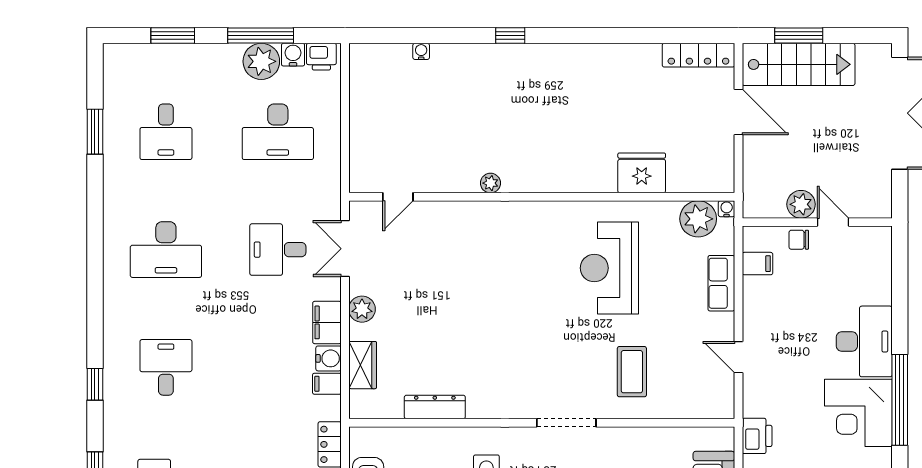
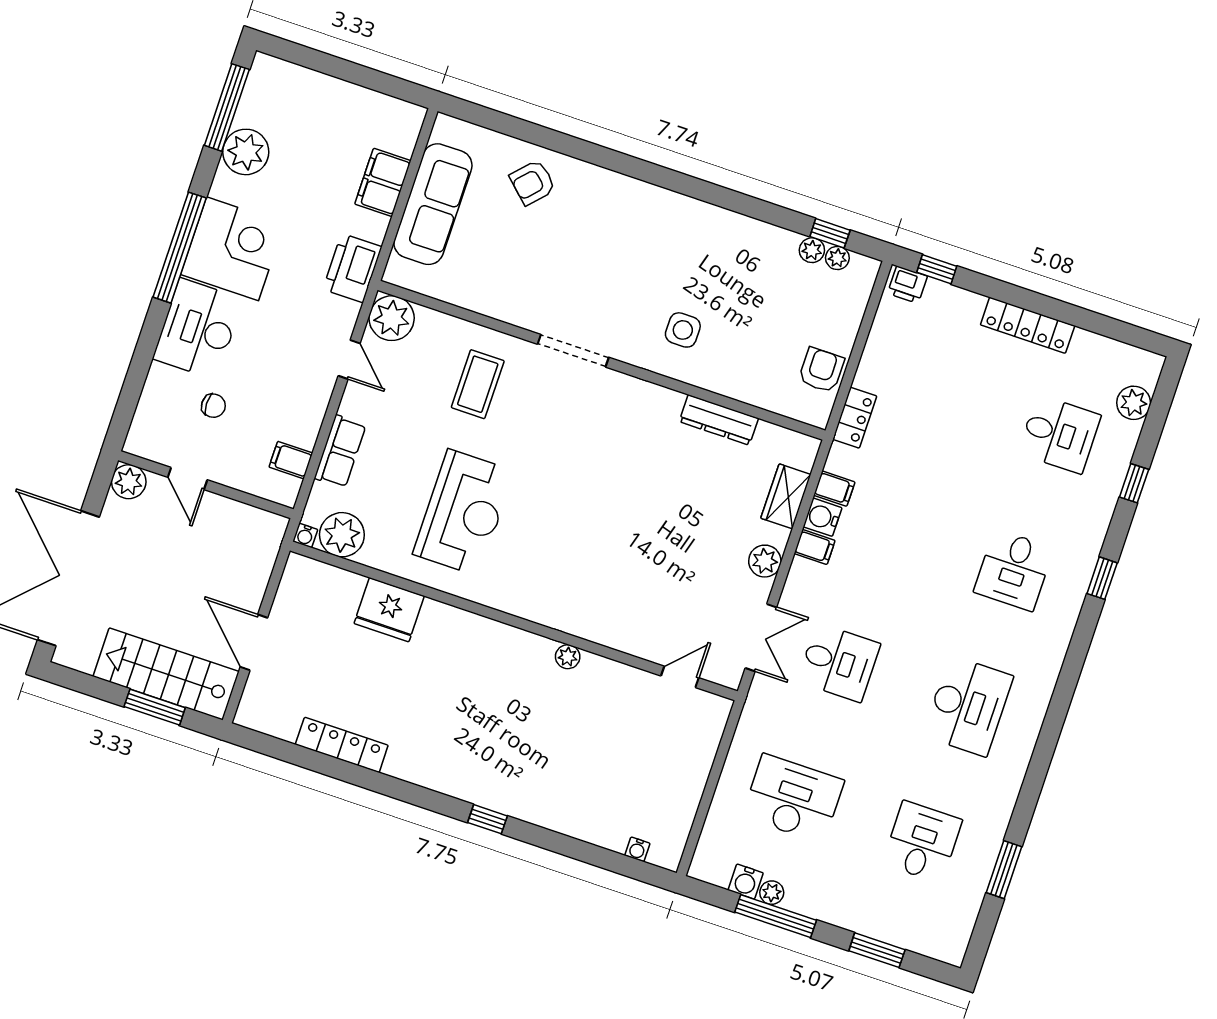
water cooler: (421, 51) -> (637, 849), moved
locker: (698, 55) -> (342, 745), moved
printer: (321, 57) -> (714, 868), removed
plant: (261, 61) -> (772, 893), width x0.53, depth x0.53
plant: (801, 204) -> (129, 482), moved
chair: (799, 240) -> (213, 406), moved
desk: (166, 250) -> (968, 706), turned 90
filing cabinet: (327, 322) -> (815, 547), width x0.50
plant: (716, 400) -> (392, 318), added
printer: (757, 436) -> (352, 268), width x1.37, depth x1.19

